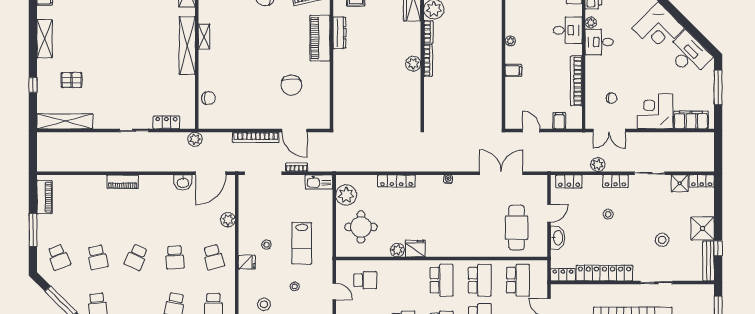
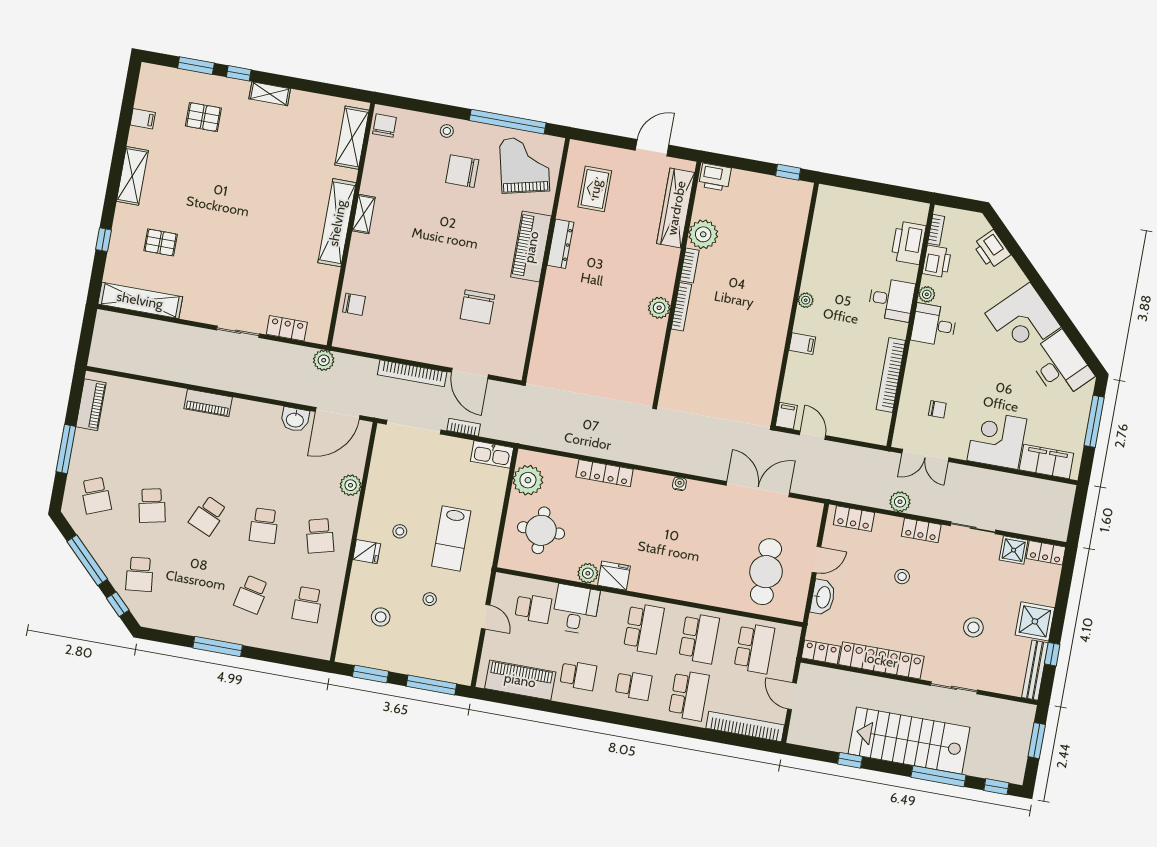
filing cabinet: (559, 121) -> (786, 416), moved
desk: (394, 276) -> (576, 609), added

